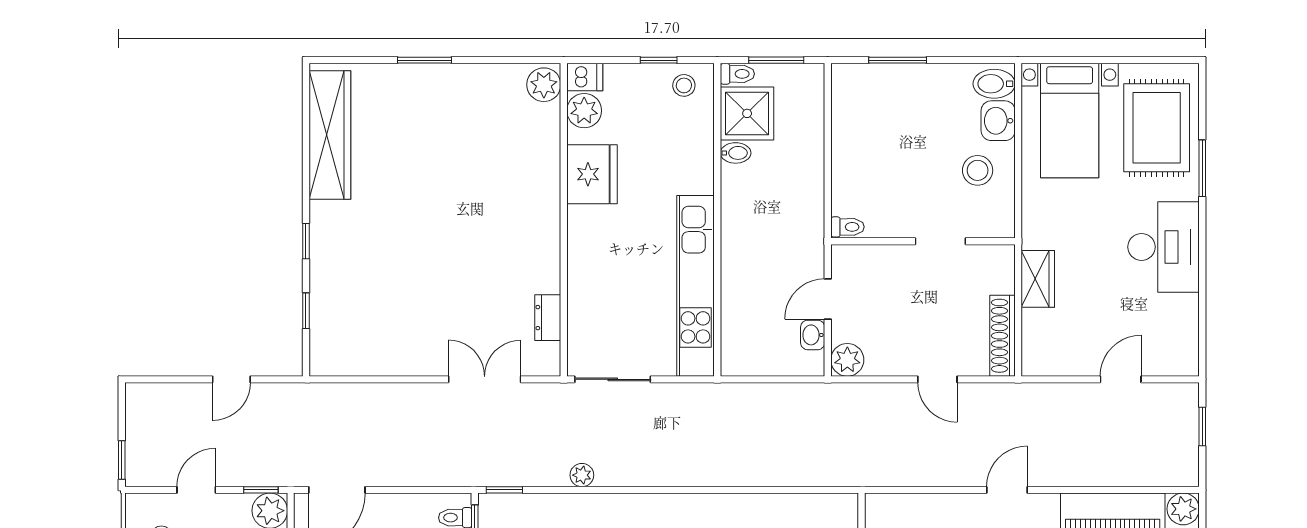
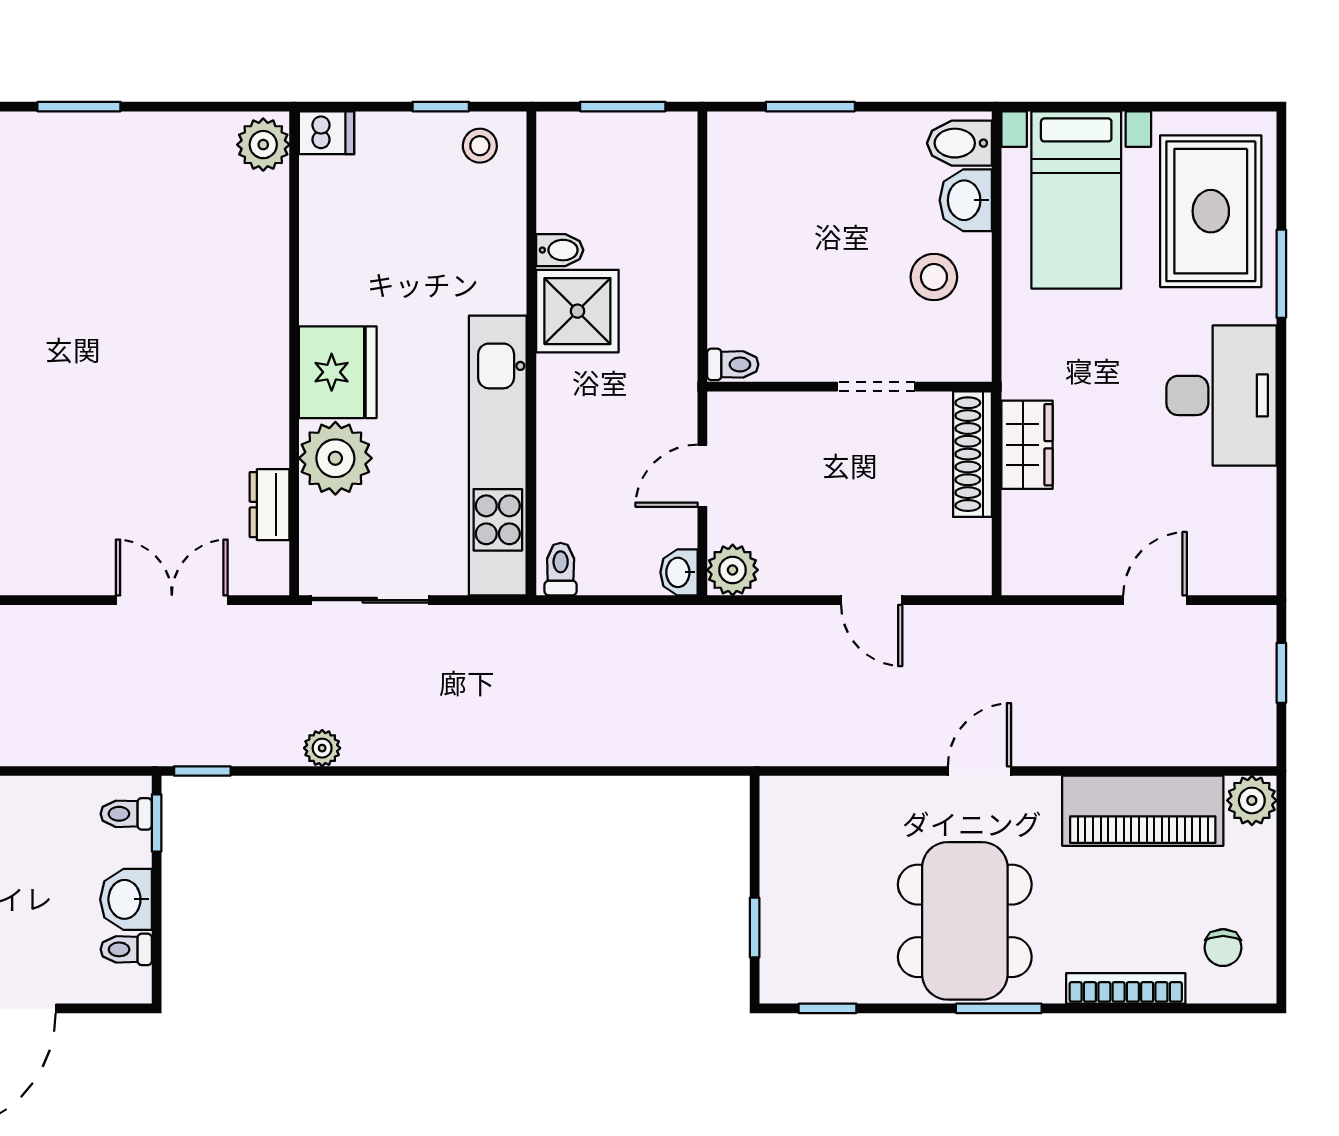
toilet: (737, 74) -> (561, 569), moved, turned -90
plant: (584, 111) -> (335, 458), moved, width x1.36, depth x1.36
shower: (747, 113) -> (577, 311), moved
fridge: (592, 174) -> (338, 372), moved
washbasin: (813, 335) -> (679, 572), moved
shoe rack: (1002, 336) -> (972, 454), moved

